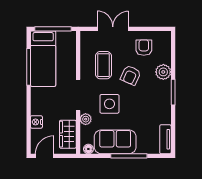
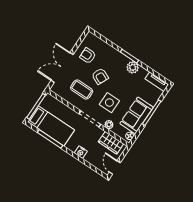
double door: (113, 29) -> (62, 68), width x1.37
plant: (163, 72) -> (133, 67), moved
nightstand: (36, 122) -> (81, 152), moved

